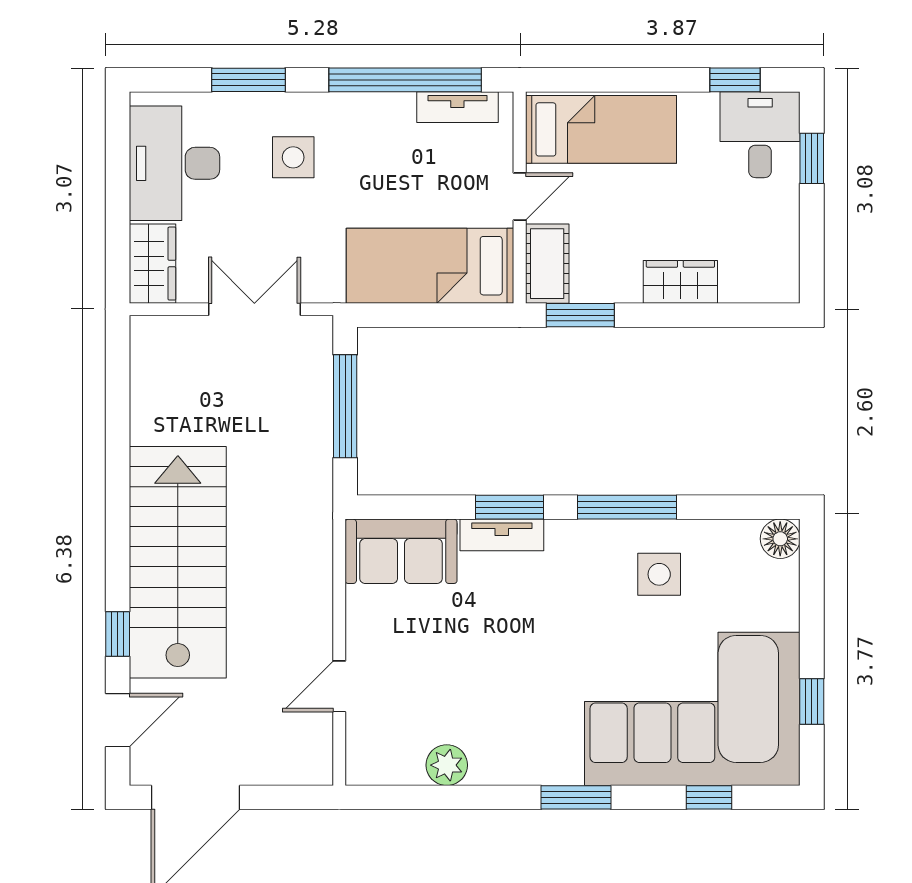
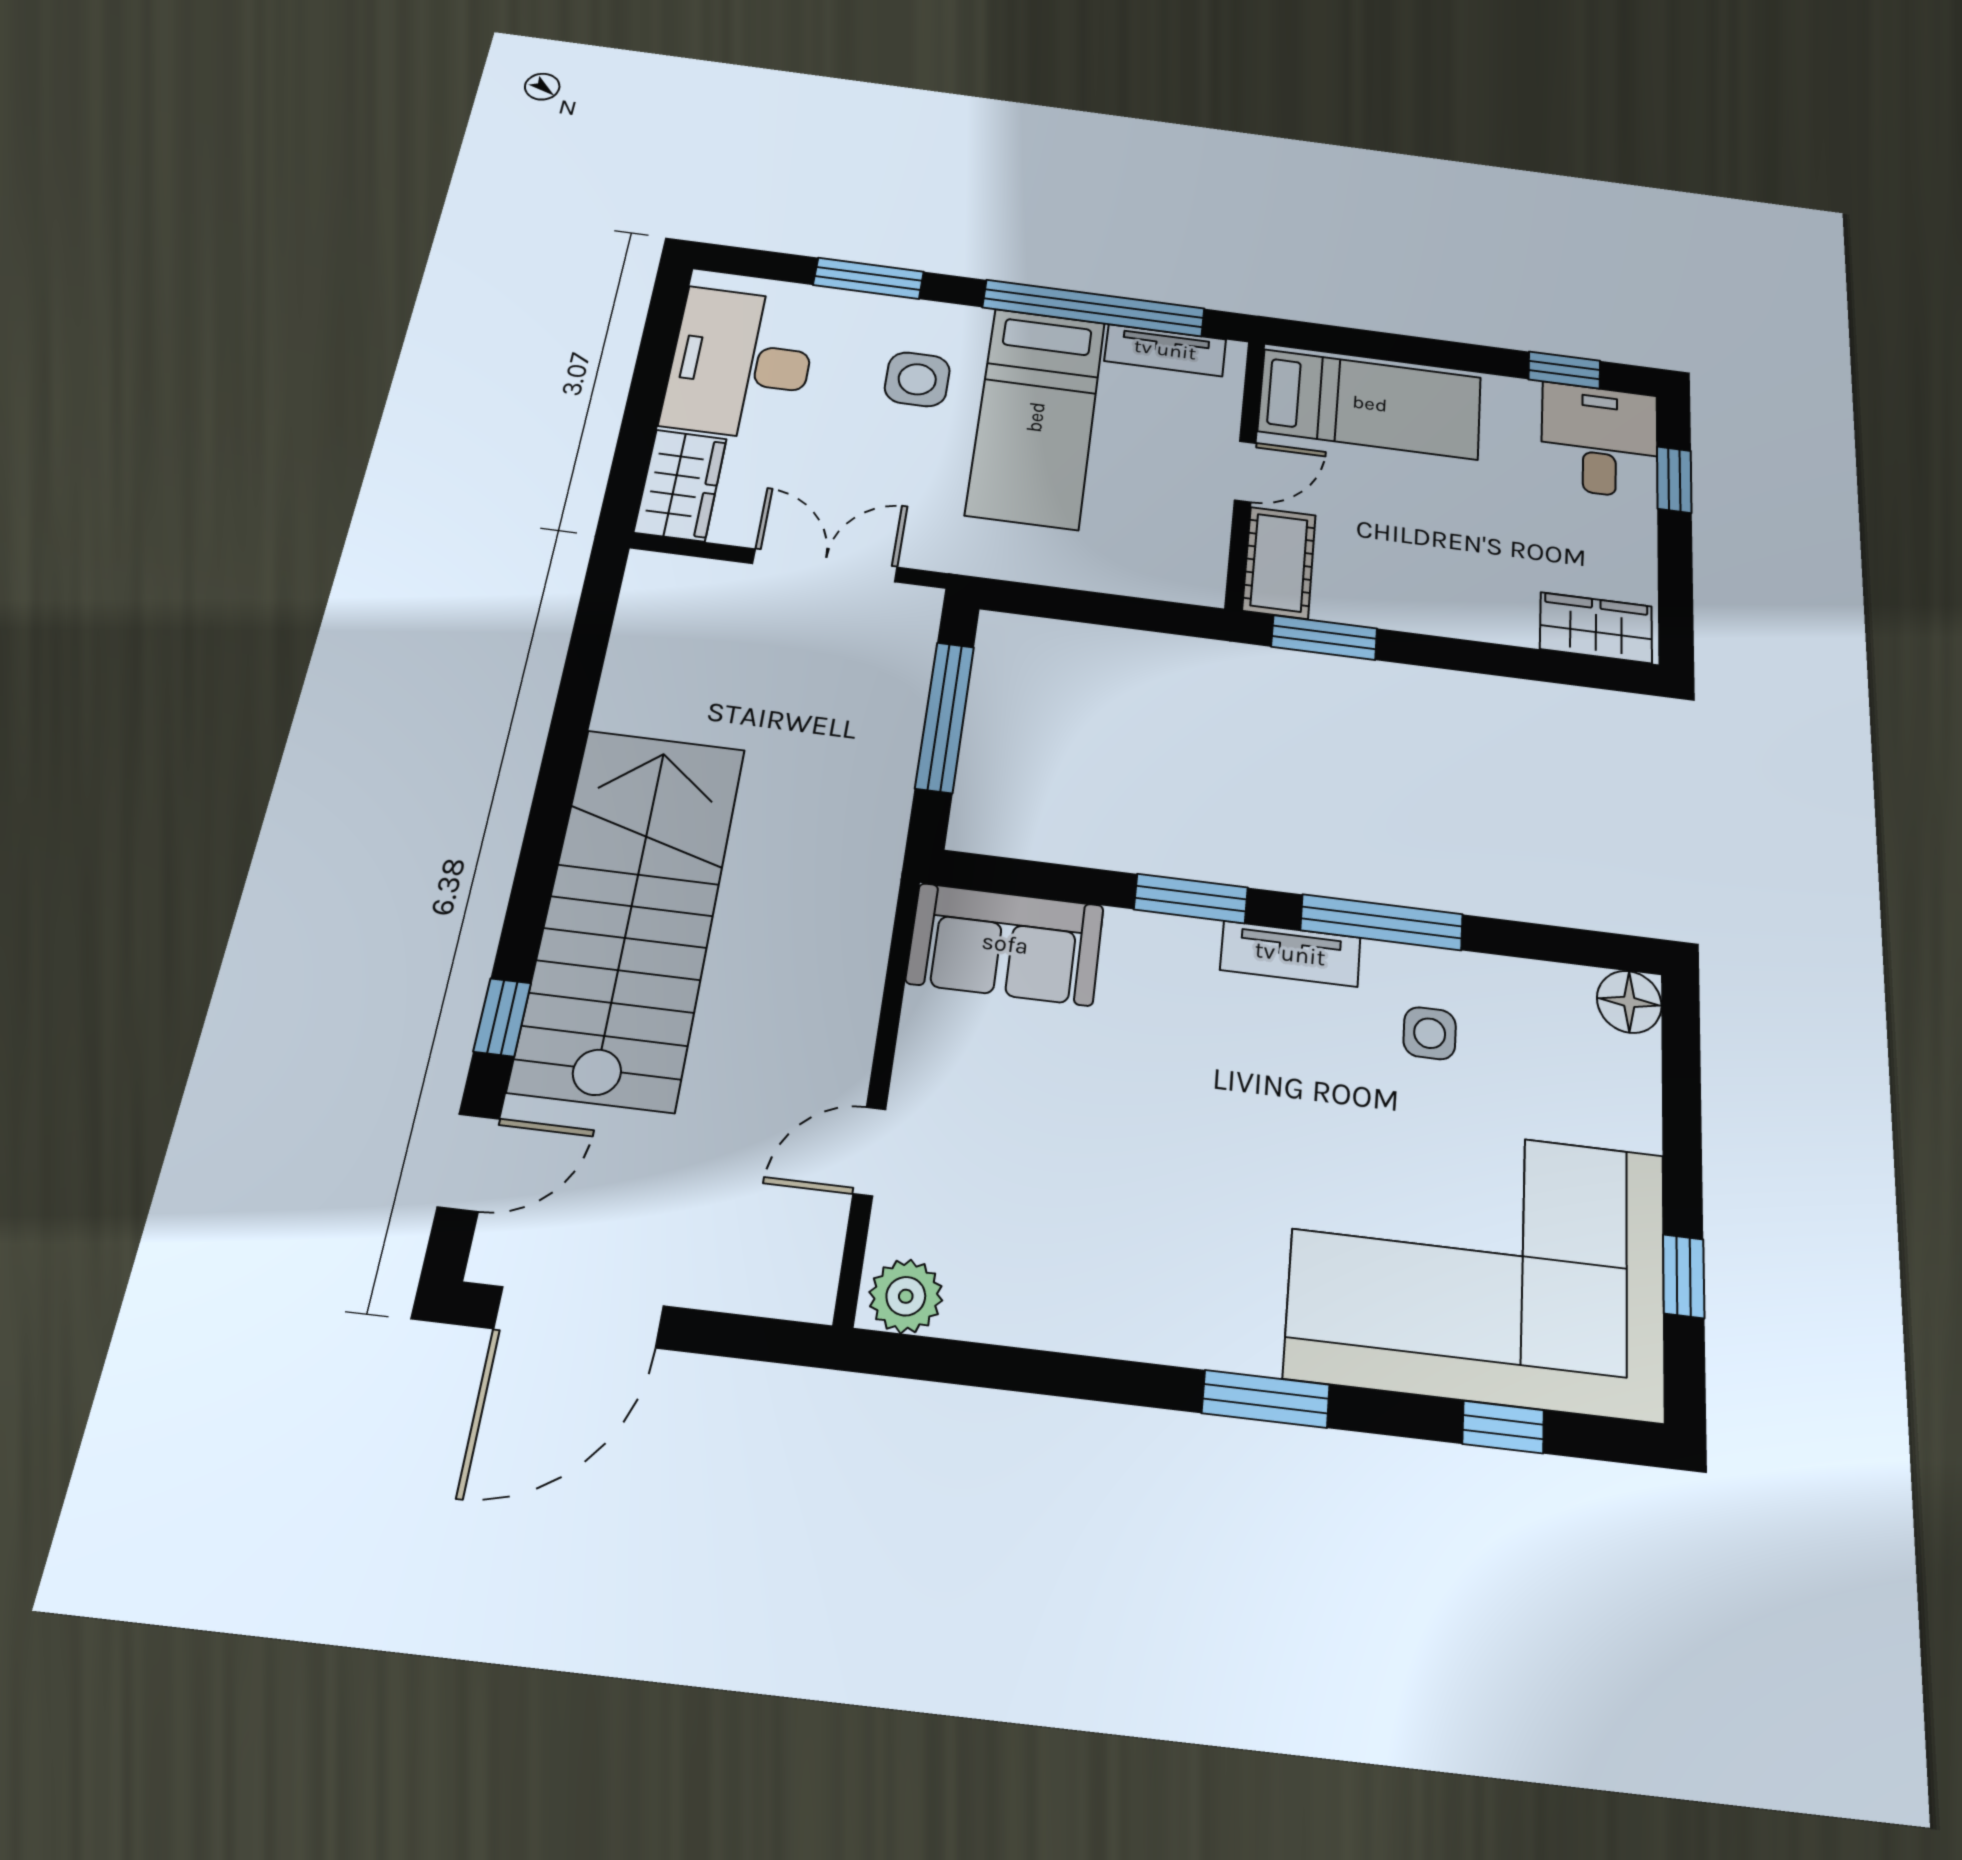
bed: (430, 266) -> (1036, 417), moved, turned -90
wardrobe: (680, 282) -> (1596, 628), moved
tv unit: (502, 535) -> (1290, 954), moved
side table: (659, 574) -> (1430, 1033), width x0.73, depth x0.73
plant: (447, 765) -> (906, 1296), moved

